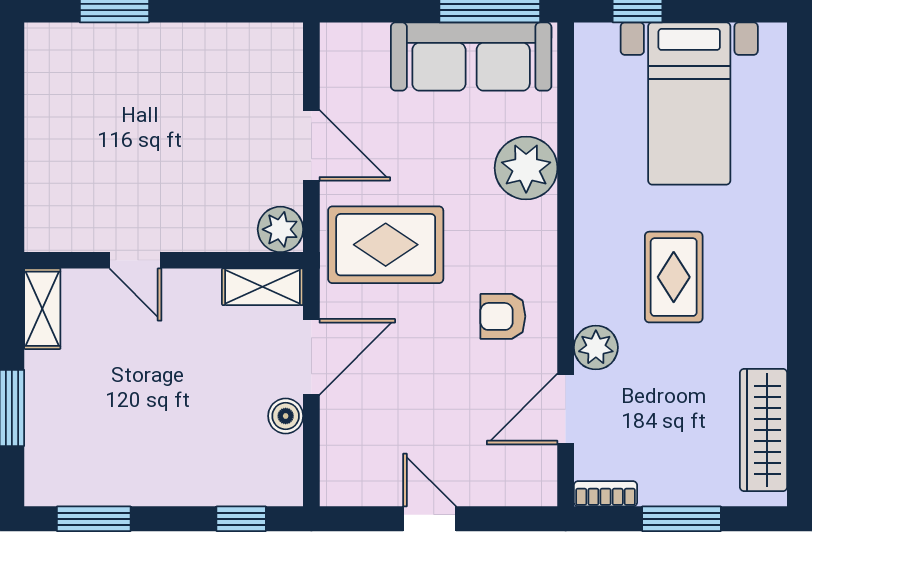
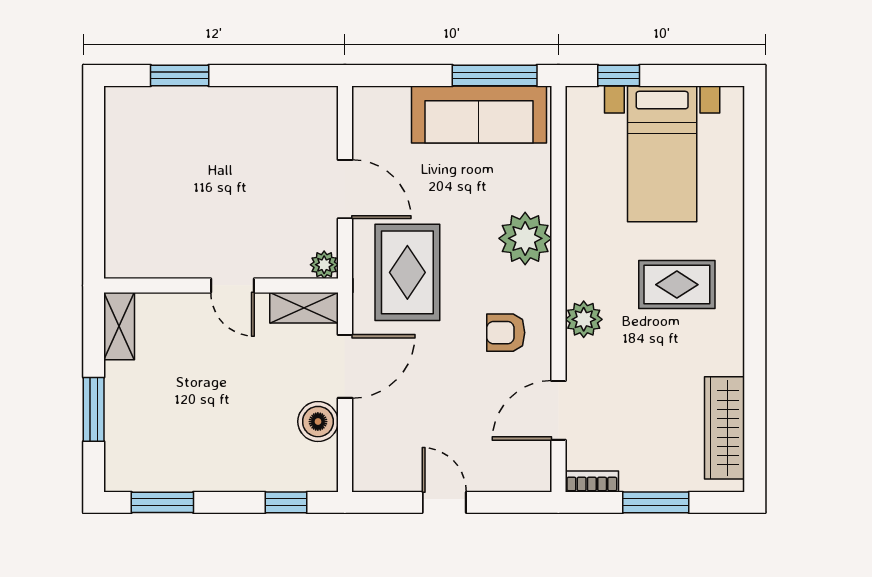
plant: (526, 168) -> (525, 238), moved
plant: (280, 229) -> (324, 265), width x0.73, depth x0.73
rug: (386, 245) -> (407, 272), turned 90
door: (135, 260) -> (232, 285), moved
rug: (674, 277) -> (677, 285), moved, turned 90
plant: (596, 347) -> (584, 319), moved
boiler: (286, 416) -> (318, 422), width x1.36, depth x1.36

